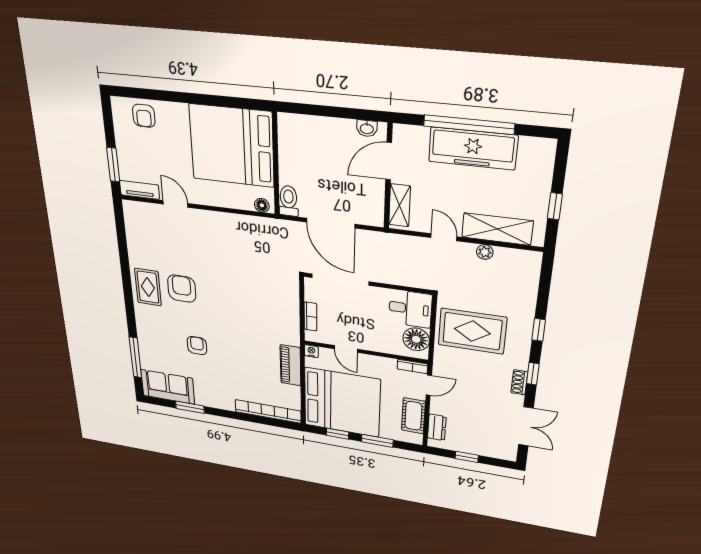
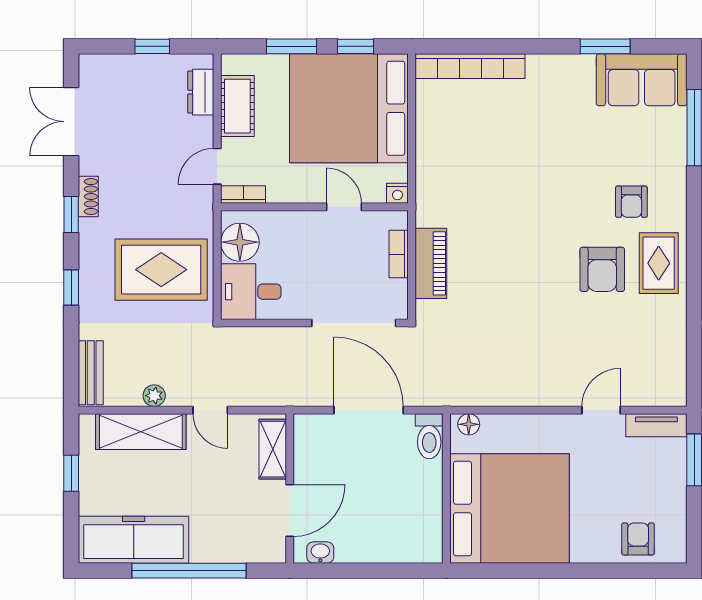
freezer: (473, 149) -> (134, 540), moved
door: (175, 204) -> (601, 410), swing flipped
bench: (531, 273) -> (91, 373), added
armchair: (197, 346) -> (631, 202), moved
piano: (291, 365) -> (431, 263), moved

